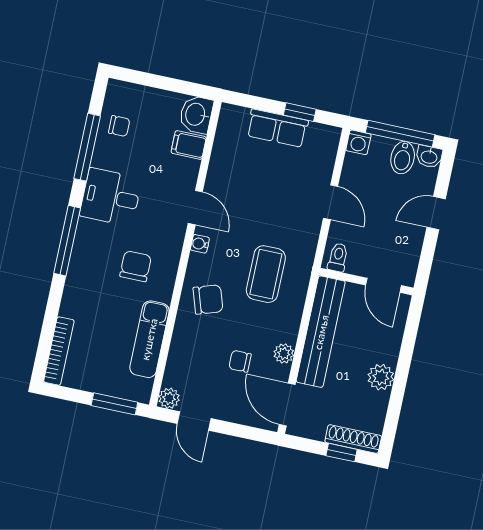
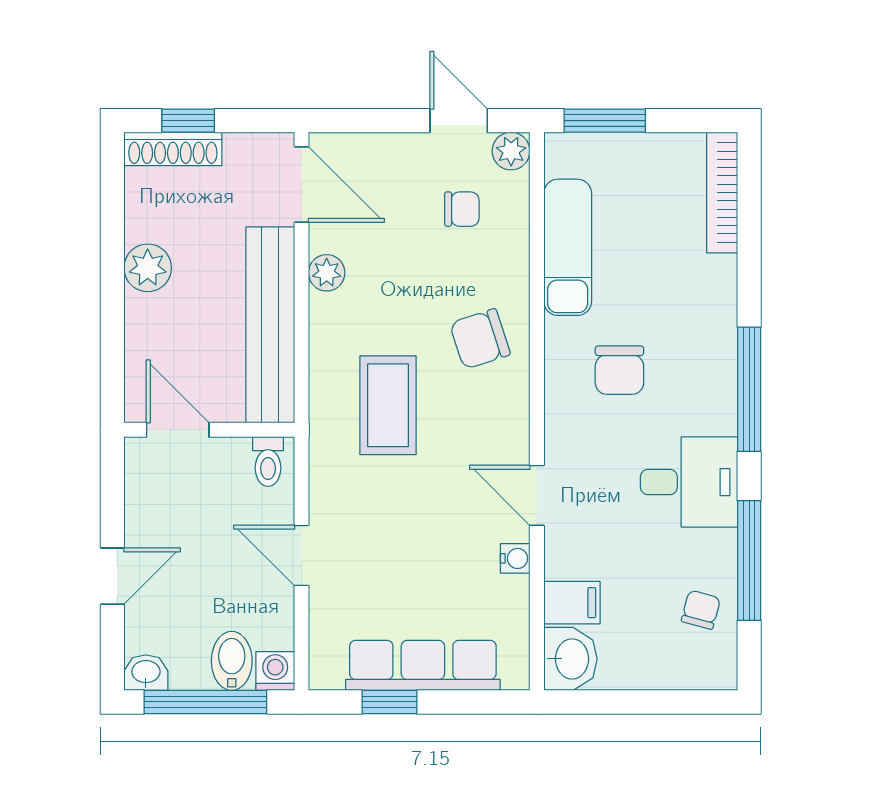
chair: (119, 126) -> (701, 610), turned 105
row of seats: (277, 128) -> (423, 665), width x1.48
bidet: (403, 158) -> (232, 661), moved
water cooler: (200, 244) -> (515, 558), moved
chair: (240, 361) -> (462, 209), moved

